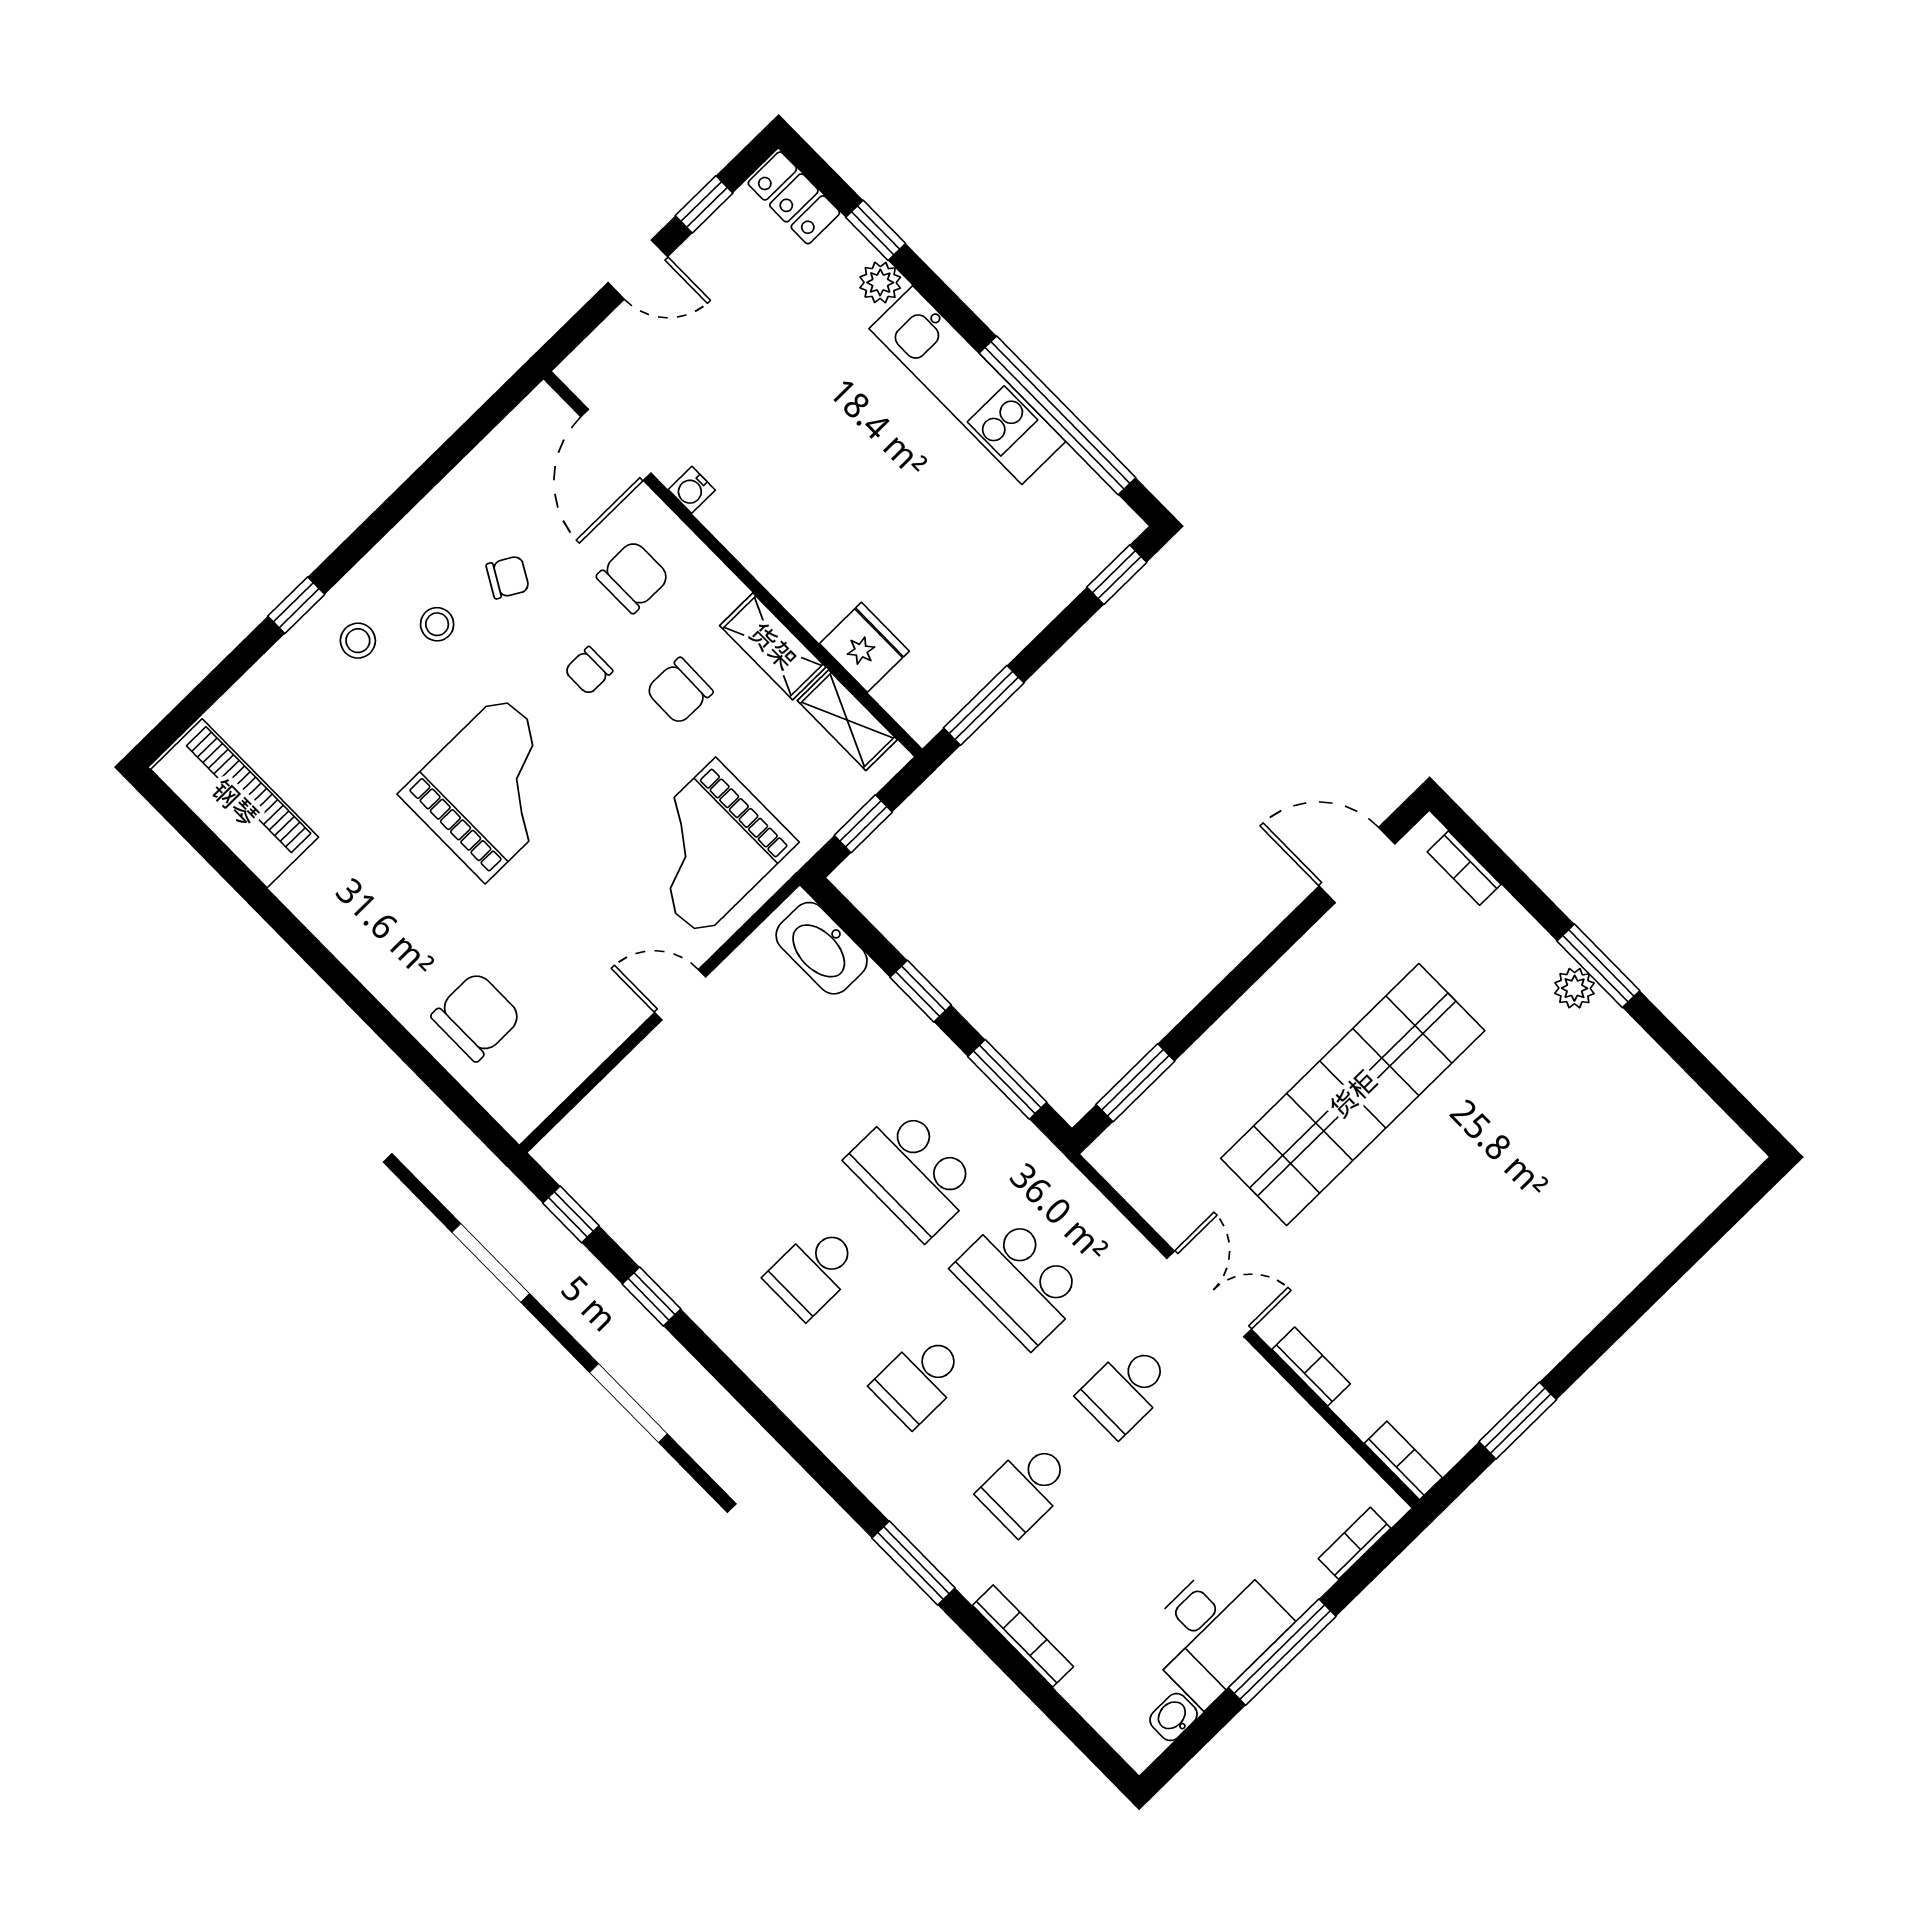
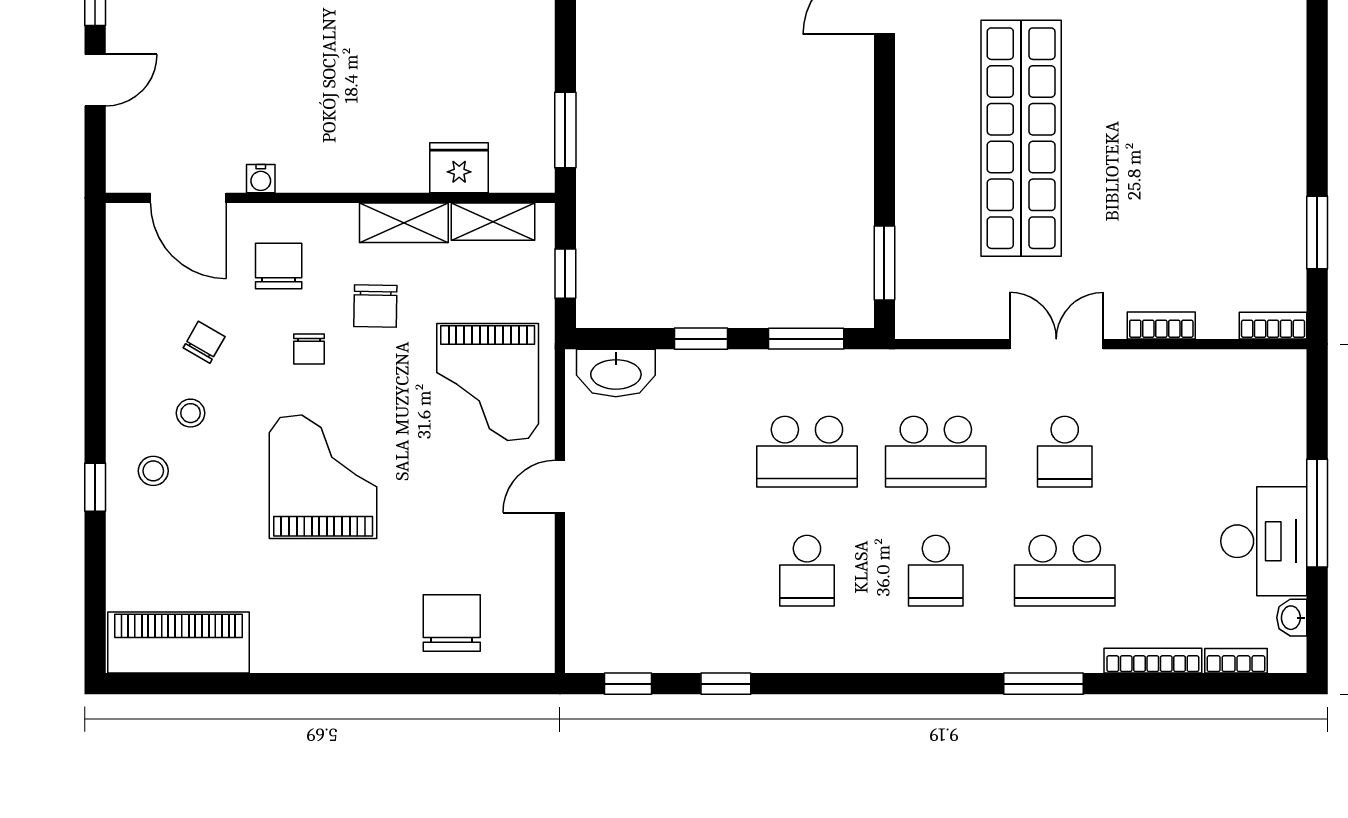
school desk: (1026, 1488) -> (1065, 571), width x1.85
bookcase: (1355, 1543) -> (1236, 661), moved, turned 90

